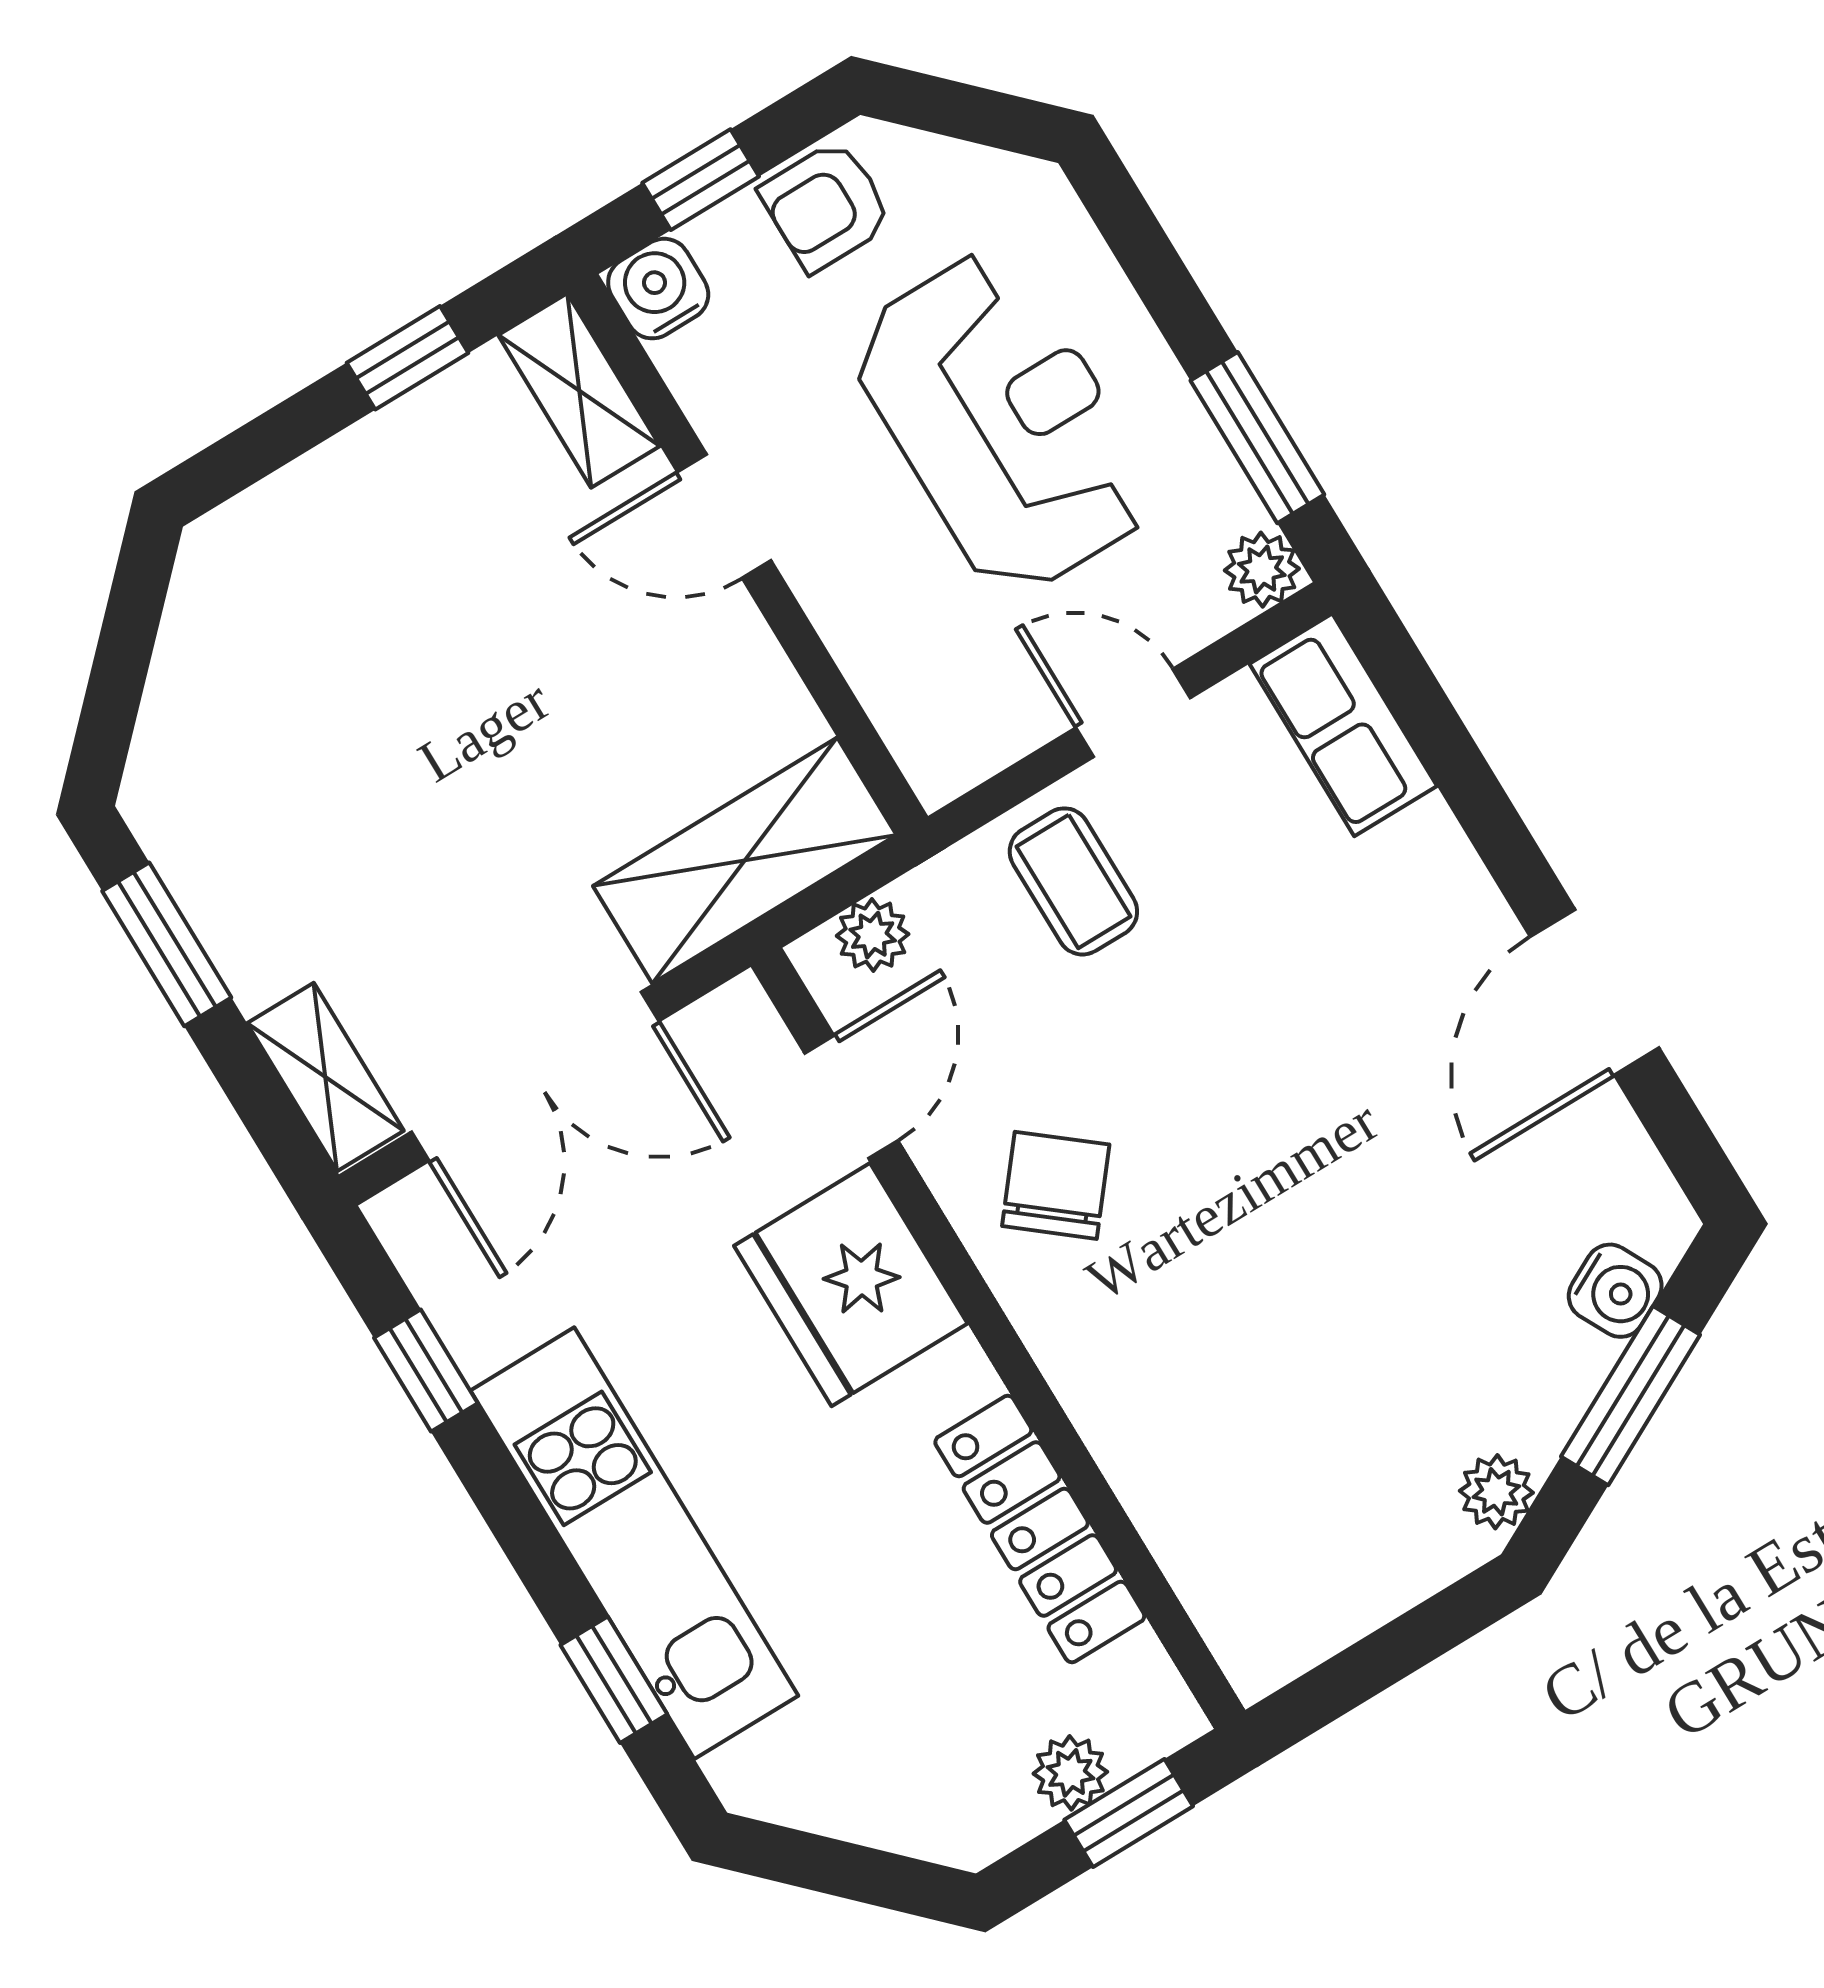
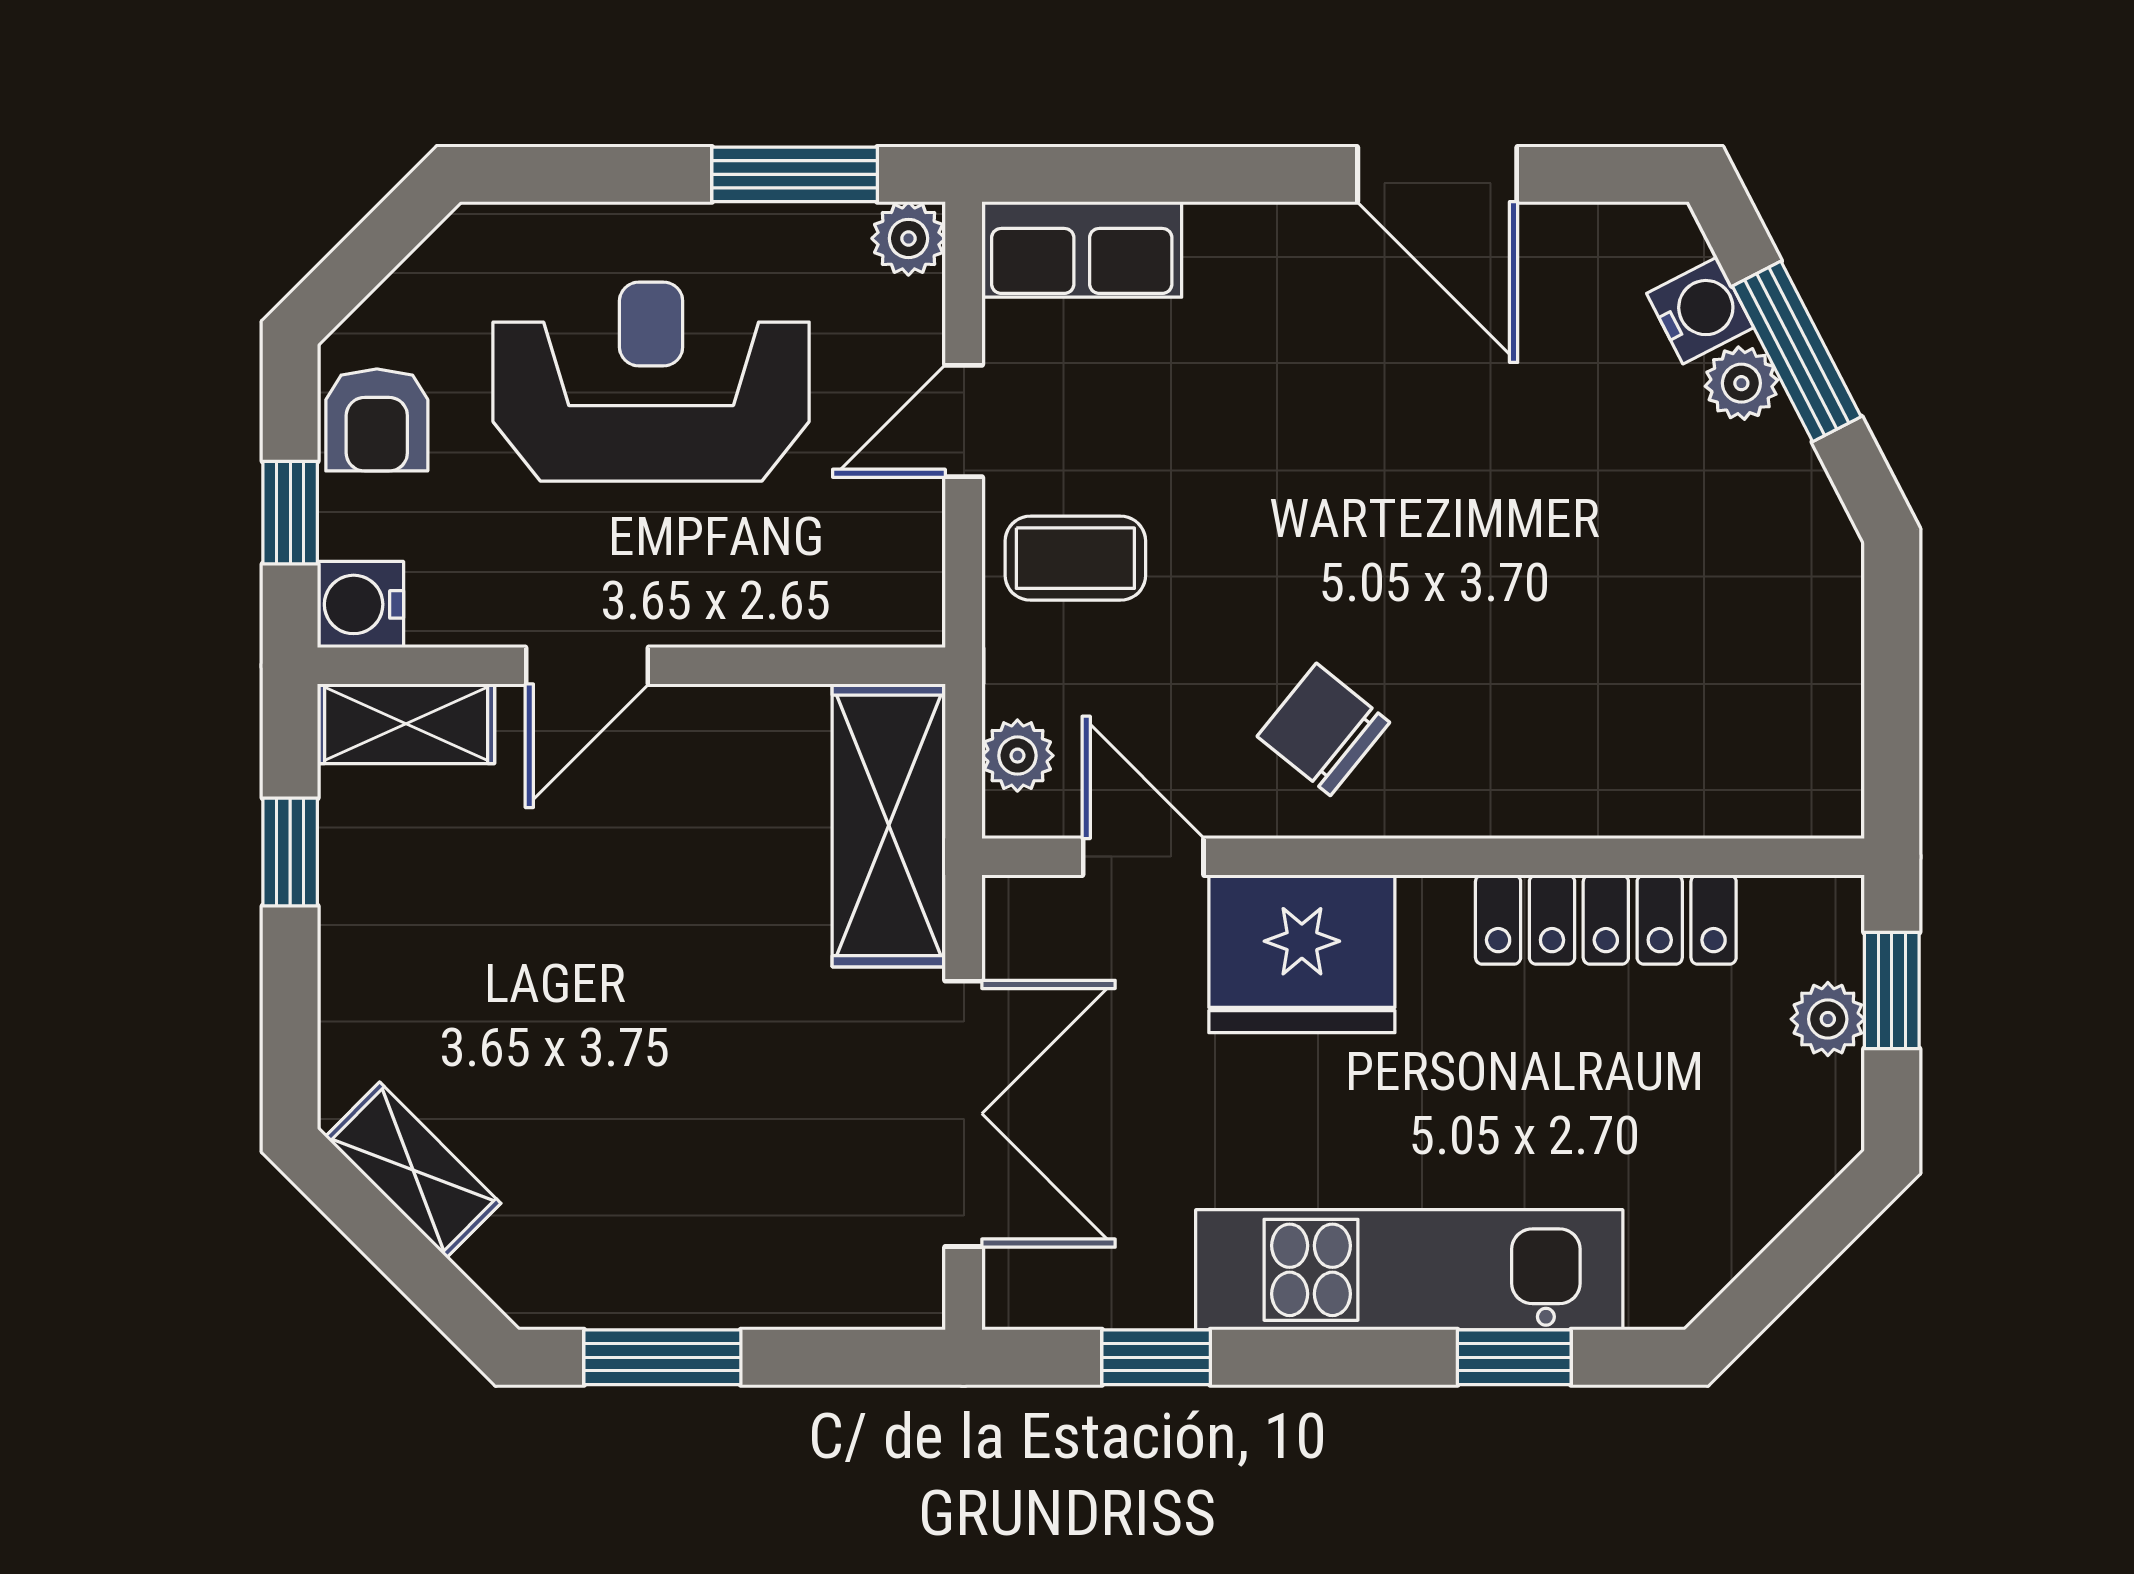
shelving: (325, 1077) -> (413, 1170), moved, turned 45
plant: (1496, 1492) -> (1741, 383), moved

